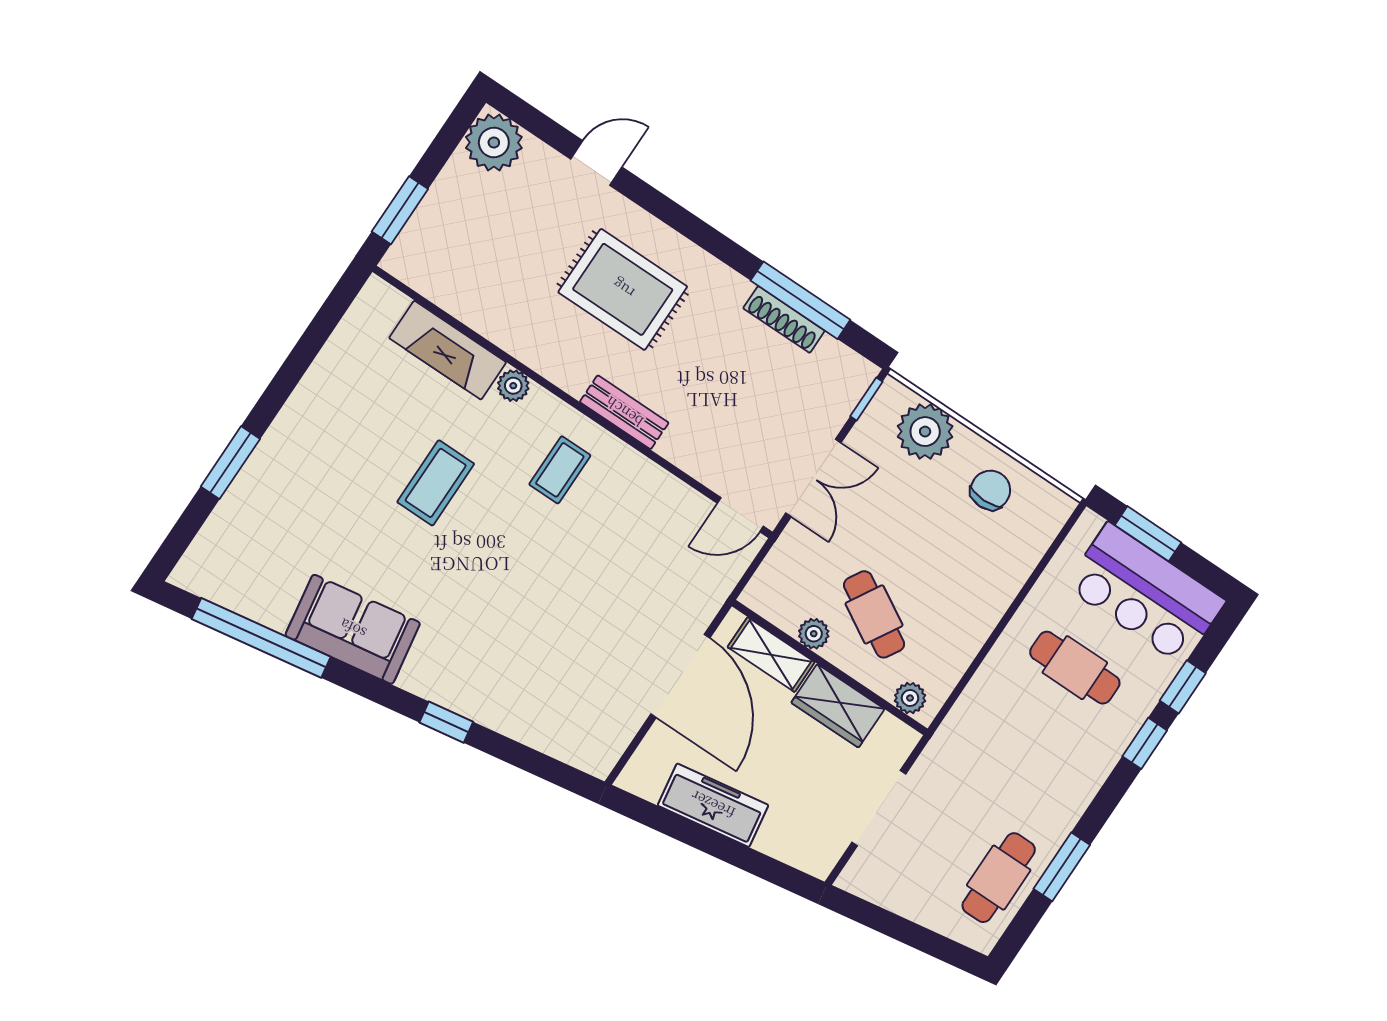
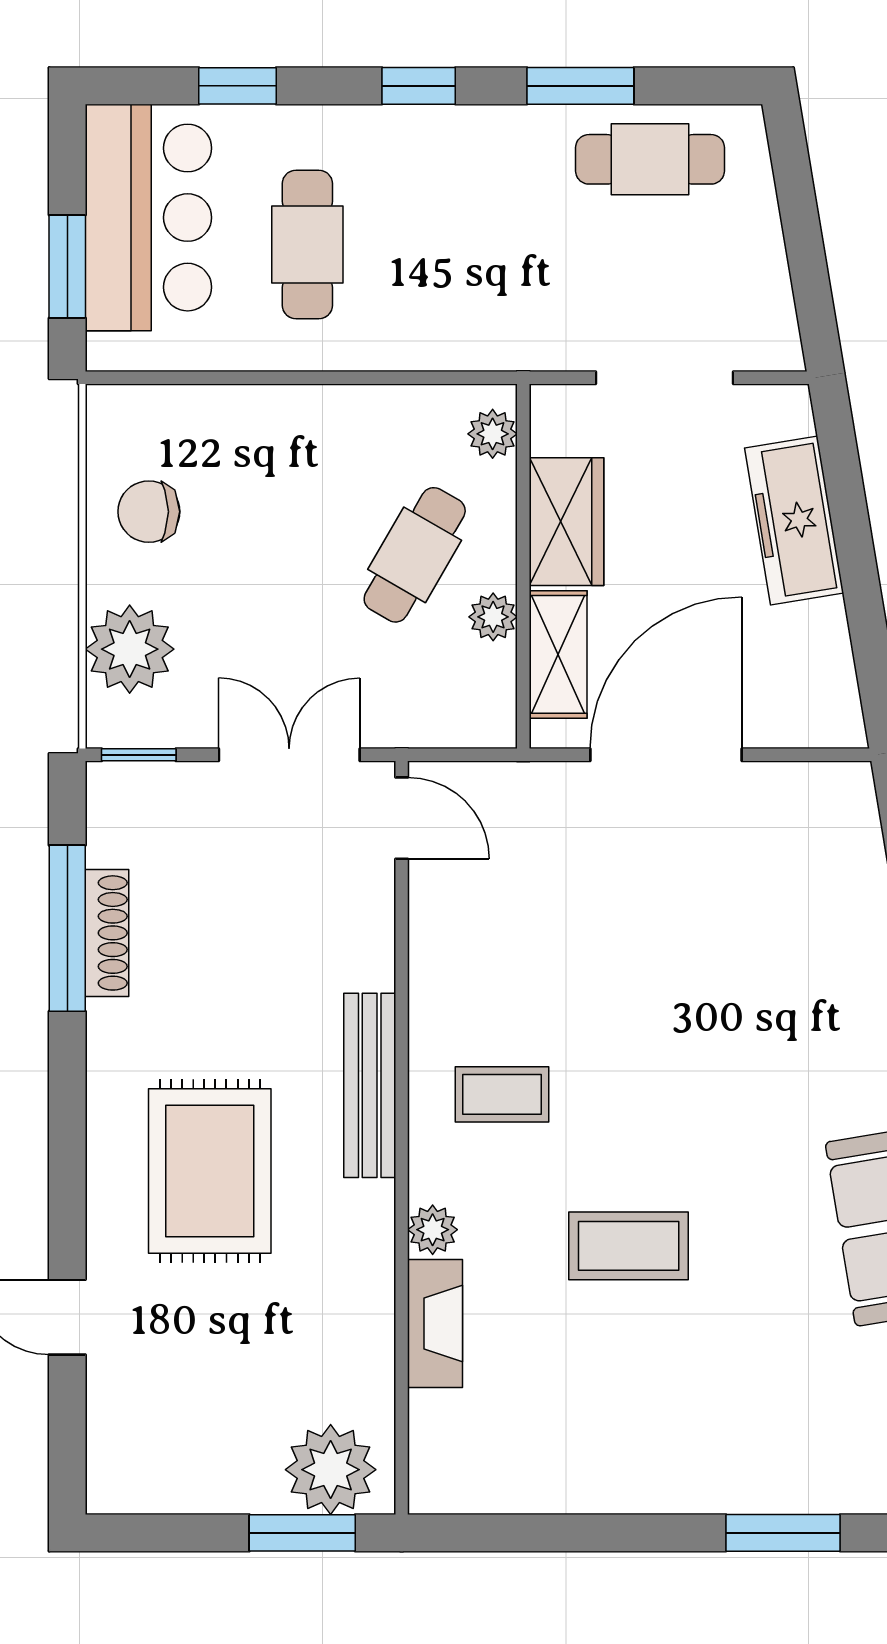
plant: (494, 142) -> (331, 1470), moved
fireplace: (448, 350) -> (435, 1323), width x0.73, depth x0.76
bench: (624, 412) -> (370, 1085), width x1.36
window: (1145, 743) -> (419, 86), moved
freezer: (713, 805) -> (794, 521), moved

